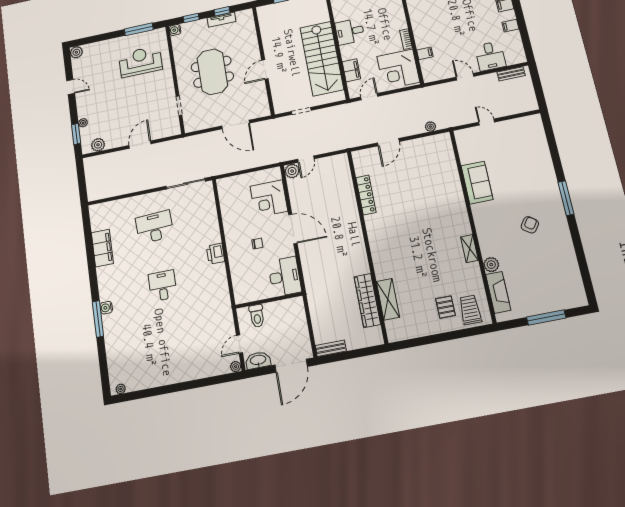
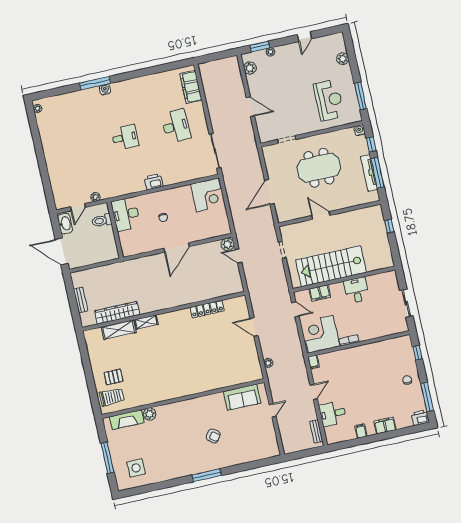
window: (222, 11) -> (377, 173), width x2.17
tv unit: (222, 20) -> (369, 173), width x1.41
plant: (76, 52) -> (343, 59), moved
filing cabinet: (425, 53) -> (314, 362), moved
sofa: (477, 183) -> (242, 397), moved
corner desk: (269, 199) -> (207, 195), moved, turned 180
armchair: (530, 225) -> (213, 436), moved
filing cabinet: (102, 248) -> (191, 87), moved, turned 90
shelving: (469, 249) -> (146, 322), moved
desk: (285, 277) -> (126, 214), moved, turned 90
side table: (558, 283) -> (136, 468), added
door: (240, 344) -> (78, 207), swing flipped
bench: (331, 348) -> (81, 300), moved
plant: (236, 367) -> (95, 197), moved

